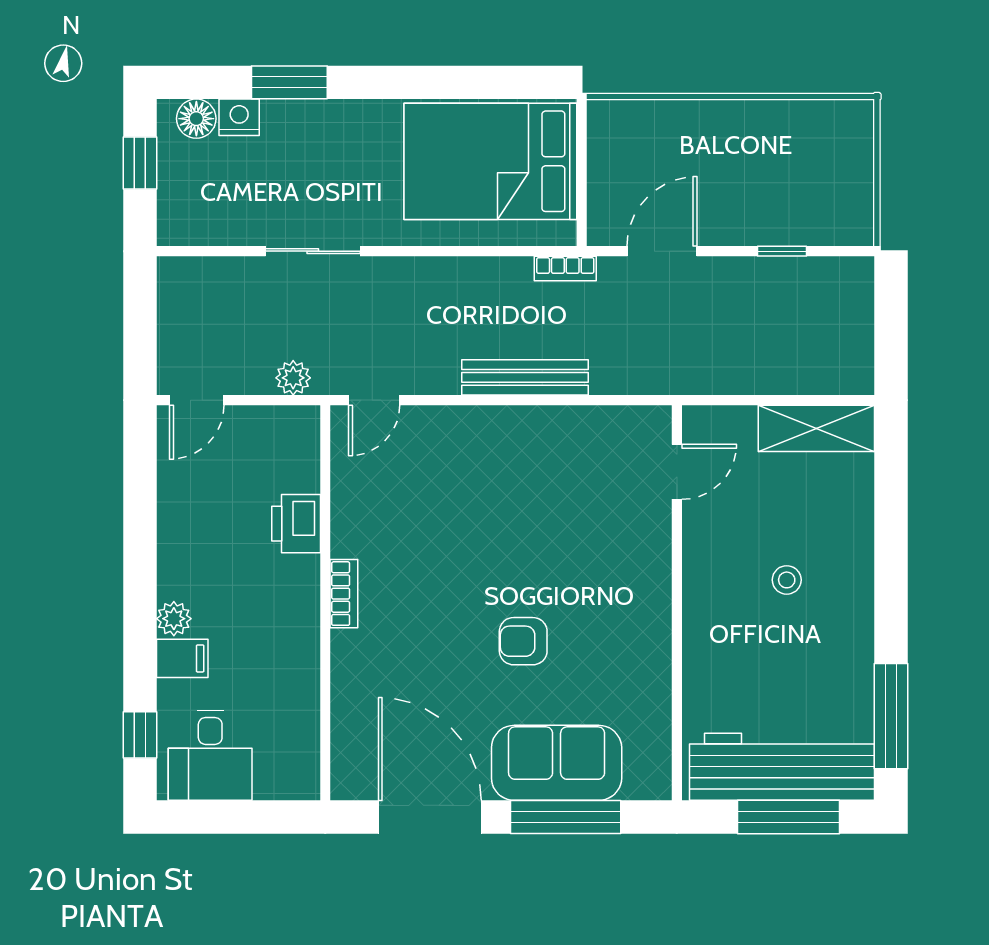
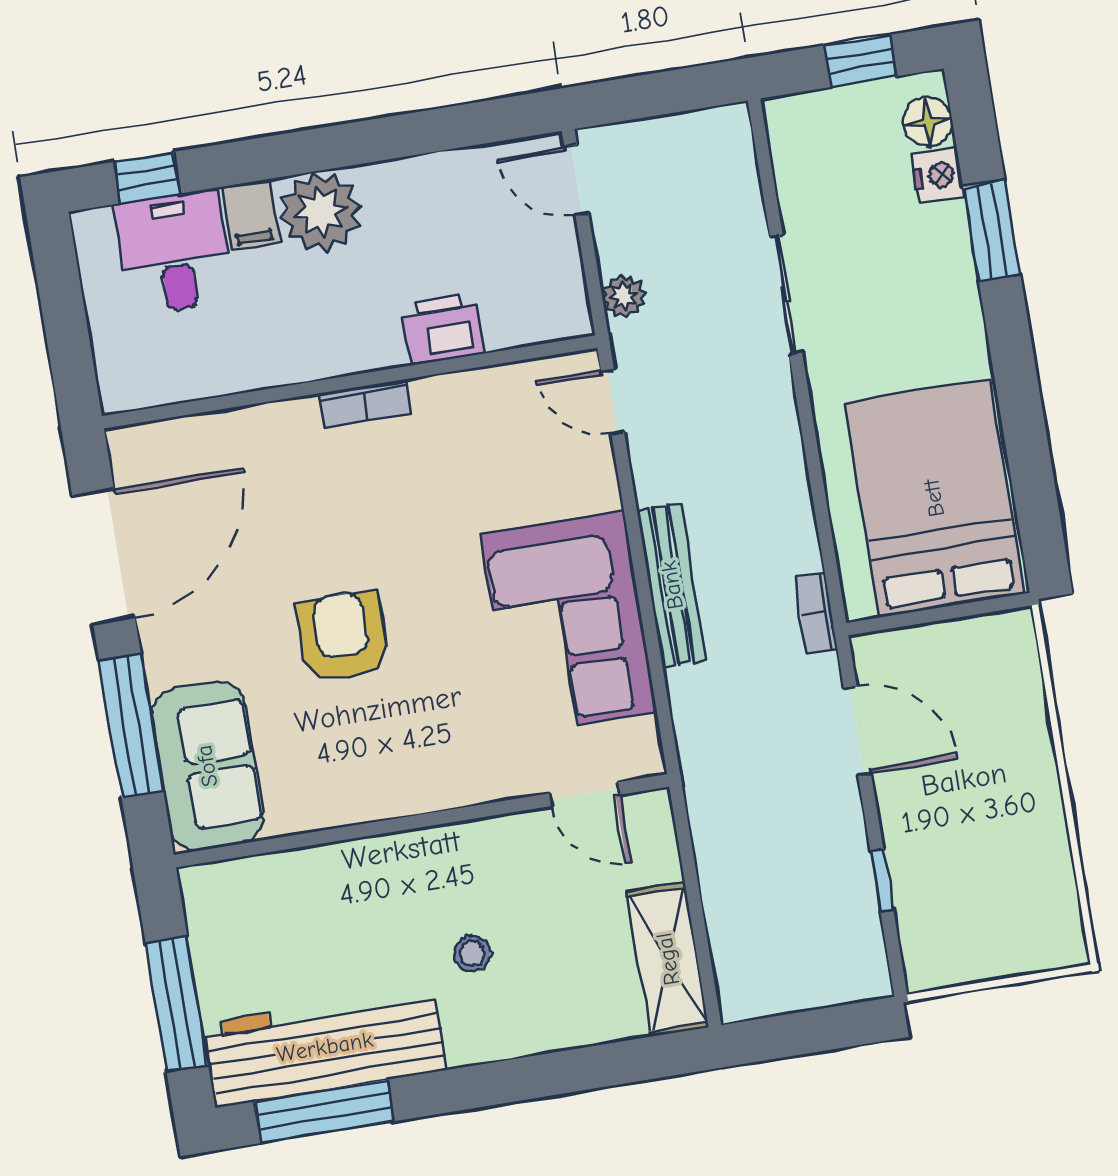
corner sofa: (541, 463) -> (568, 623), added
plant: (174, 619) -> (321, 212), width x1.88, depth x1.88
armchair: (523, 641) -> (342, 637), width x1.38, depth x1.38
desk: (210, 755) -> (174, 252), moved, turned 90
sofa: (557, 763) -> (207, 766), moved
workbench: (782, 767) -> (325, 1047), moved, turned -90

